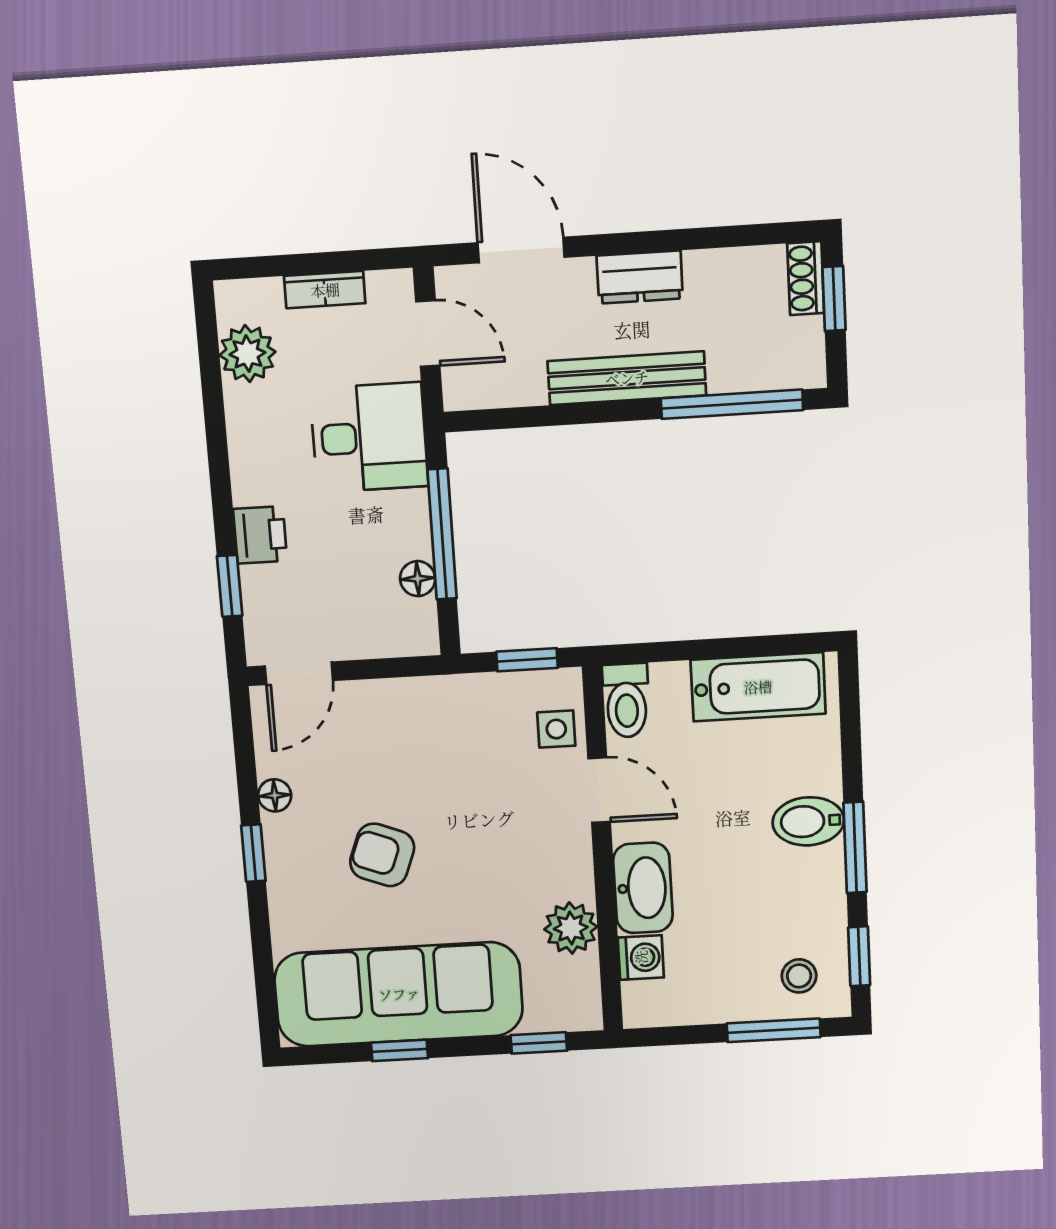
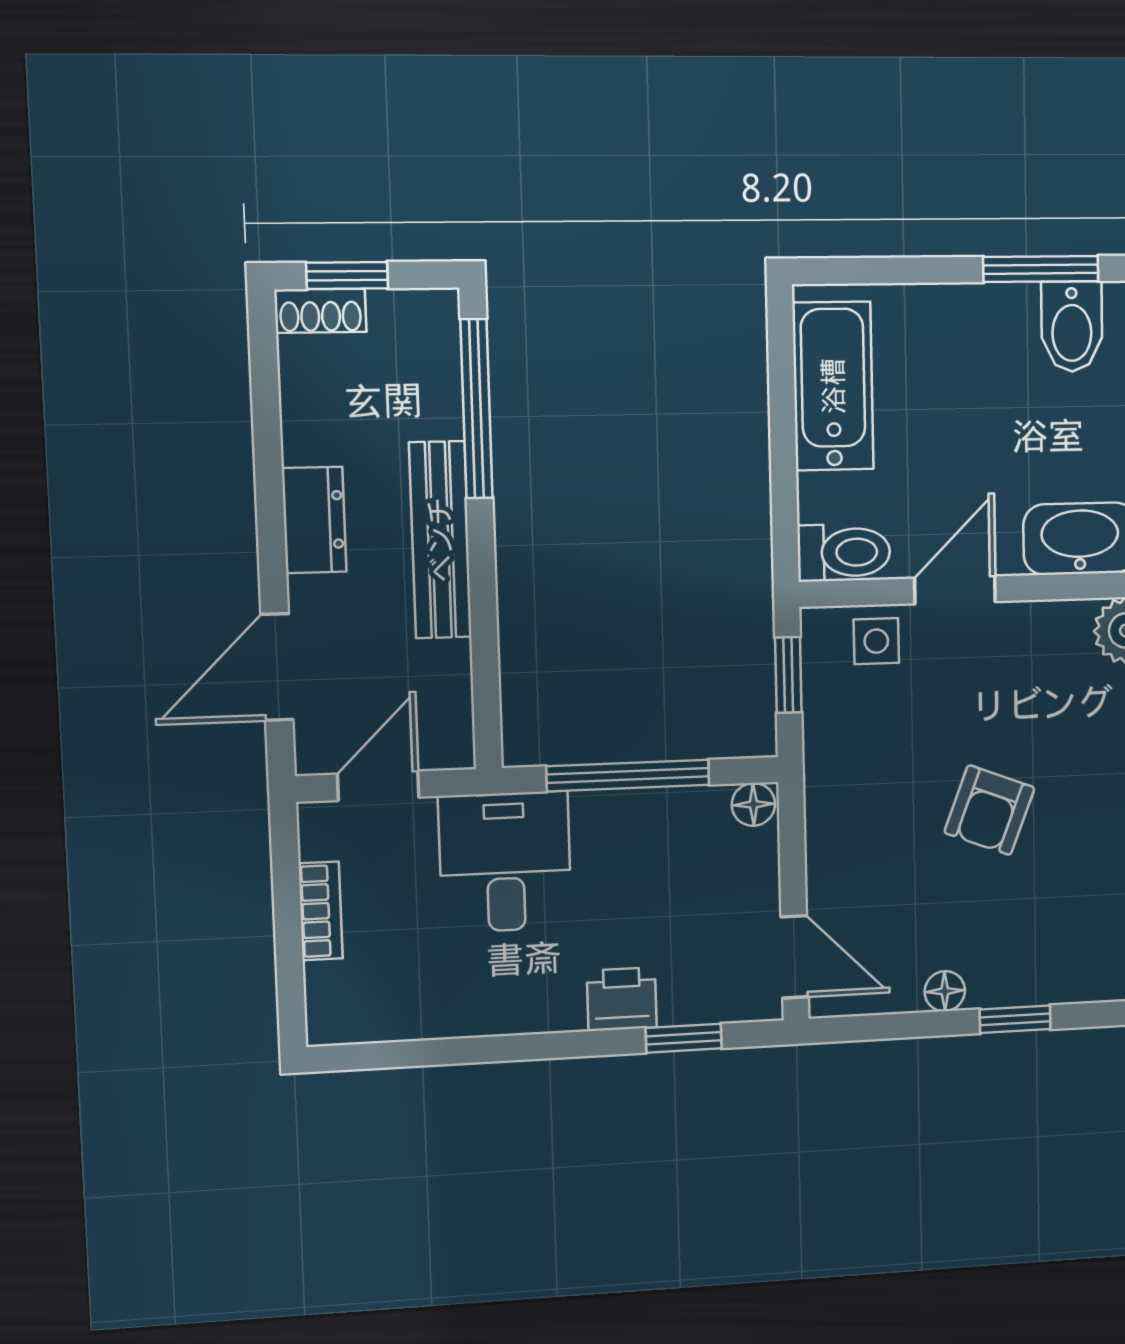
plant: (247, 354) -> (397, 1008), removed
floor lamp: (418, 579) -> (753, 804), moved
bidet: (808, 821) -> (1072, 327), moved
armchair: (382, 855) -> (989, 810), moved

